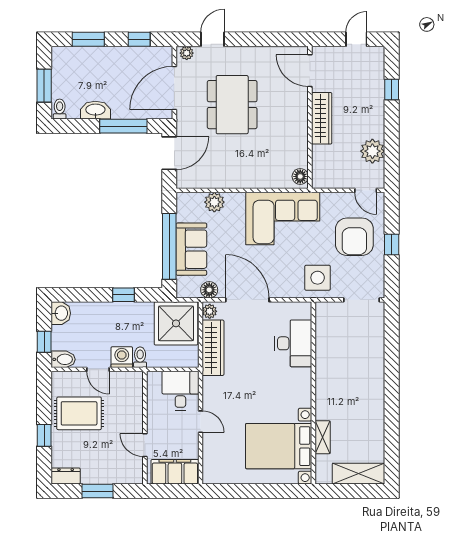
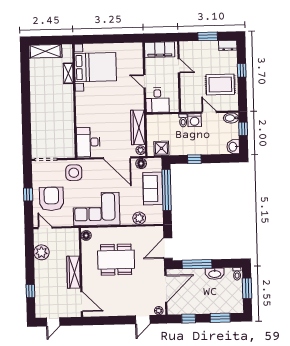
dining table: (232, 105) -> (116, 260), moved, turned 90
shower: (176, 323) -> (161, 148), width x0.54, depth x0.54
desk: (293, 343) -> (88, 142), moved

